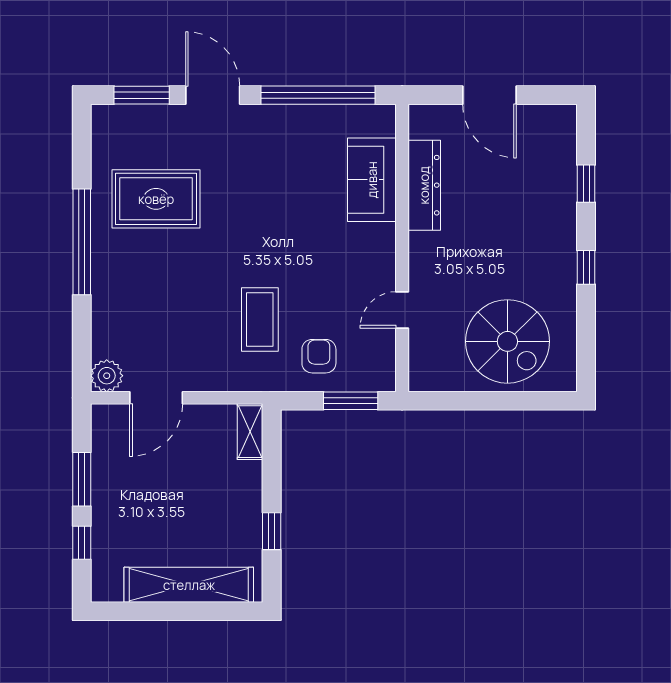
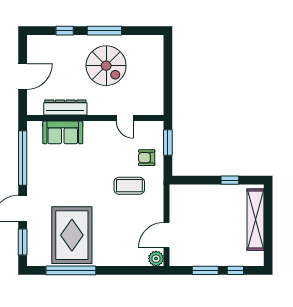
rug: (156, 199) -> (72, 235), width x1.37, depth x1.44
window: (82, 242) -> (71, 270), moved
window: (586, 267) -> (104, 31), width x2.17
spiral stairs: (507, 341) -> (106, 66), moved, turned 90
door: (156, 398) -> (166, 235), swing flipped
shelving: (250, 432) -> (183, 190), removed

